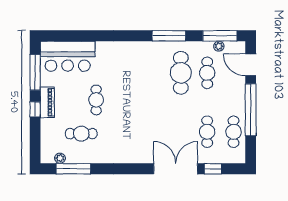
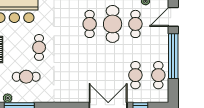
door: (251, 65) -> (173, 17), hinge flipped
cafe table: (154, 73) -> (90, 24), added

